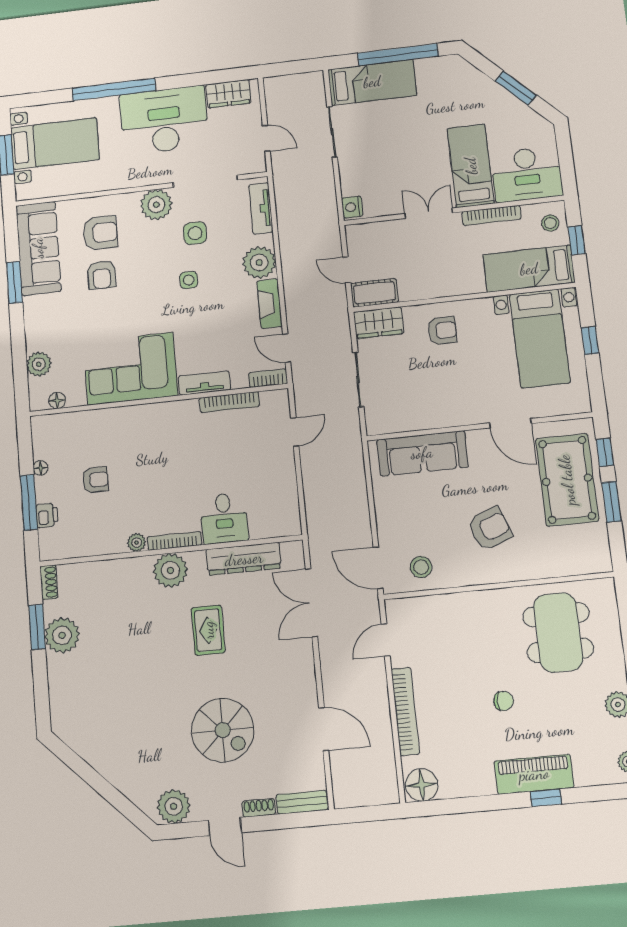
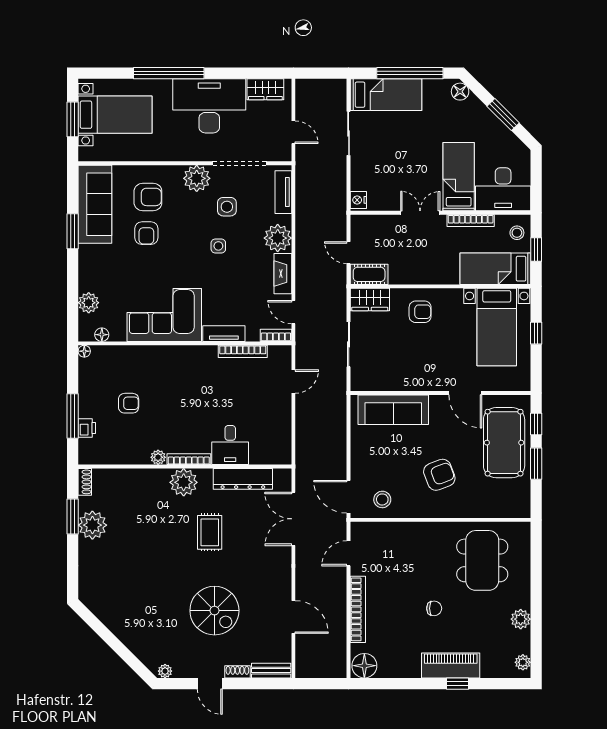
floor lamp: (460, 68) -> (460, 92), added
floor lamp: (41, 468) -> (84, 351), moved
plant: (174, 806) -> (165, 671), width x0.53, depth x0.53

